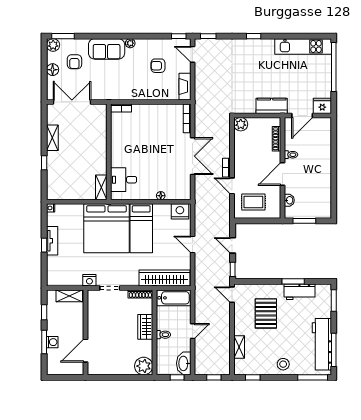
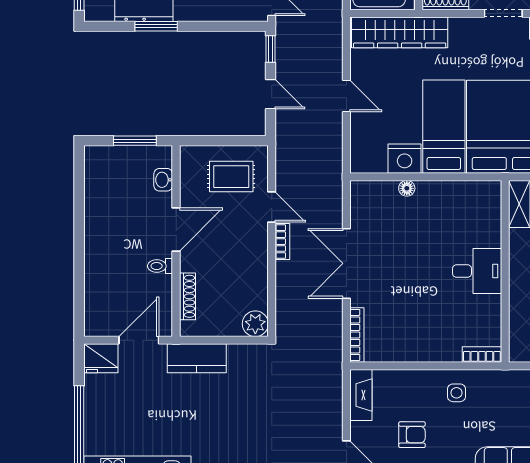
side table: (134, 88) -> (456, 393), added
desk: (124, 180) -> (477, 271), moved
nightstand: (180, 211) -> (405, 159), moved

